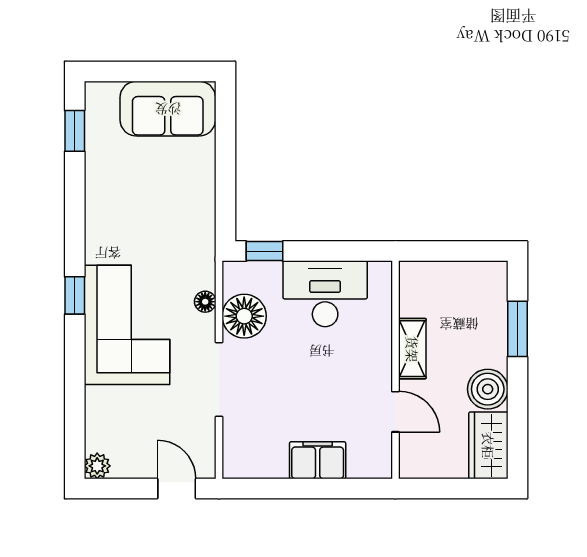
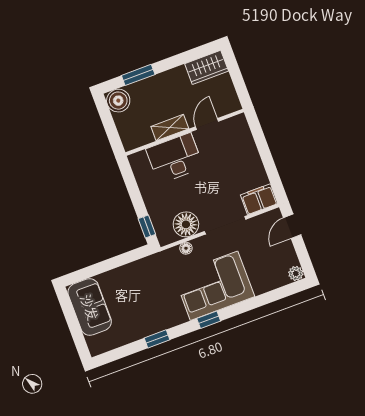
window: (75, 131) -> (157, 339), moved
desk: (325, 294) -> (175, 158), moved, turned 90
boiler: (488, 389) -> (118, 101), moved
filing cabinet: (318, 460) -> (259, 199), moved, turned 90

